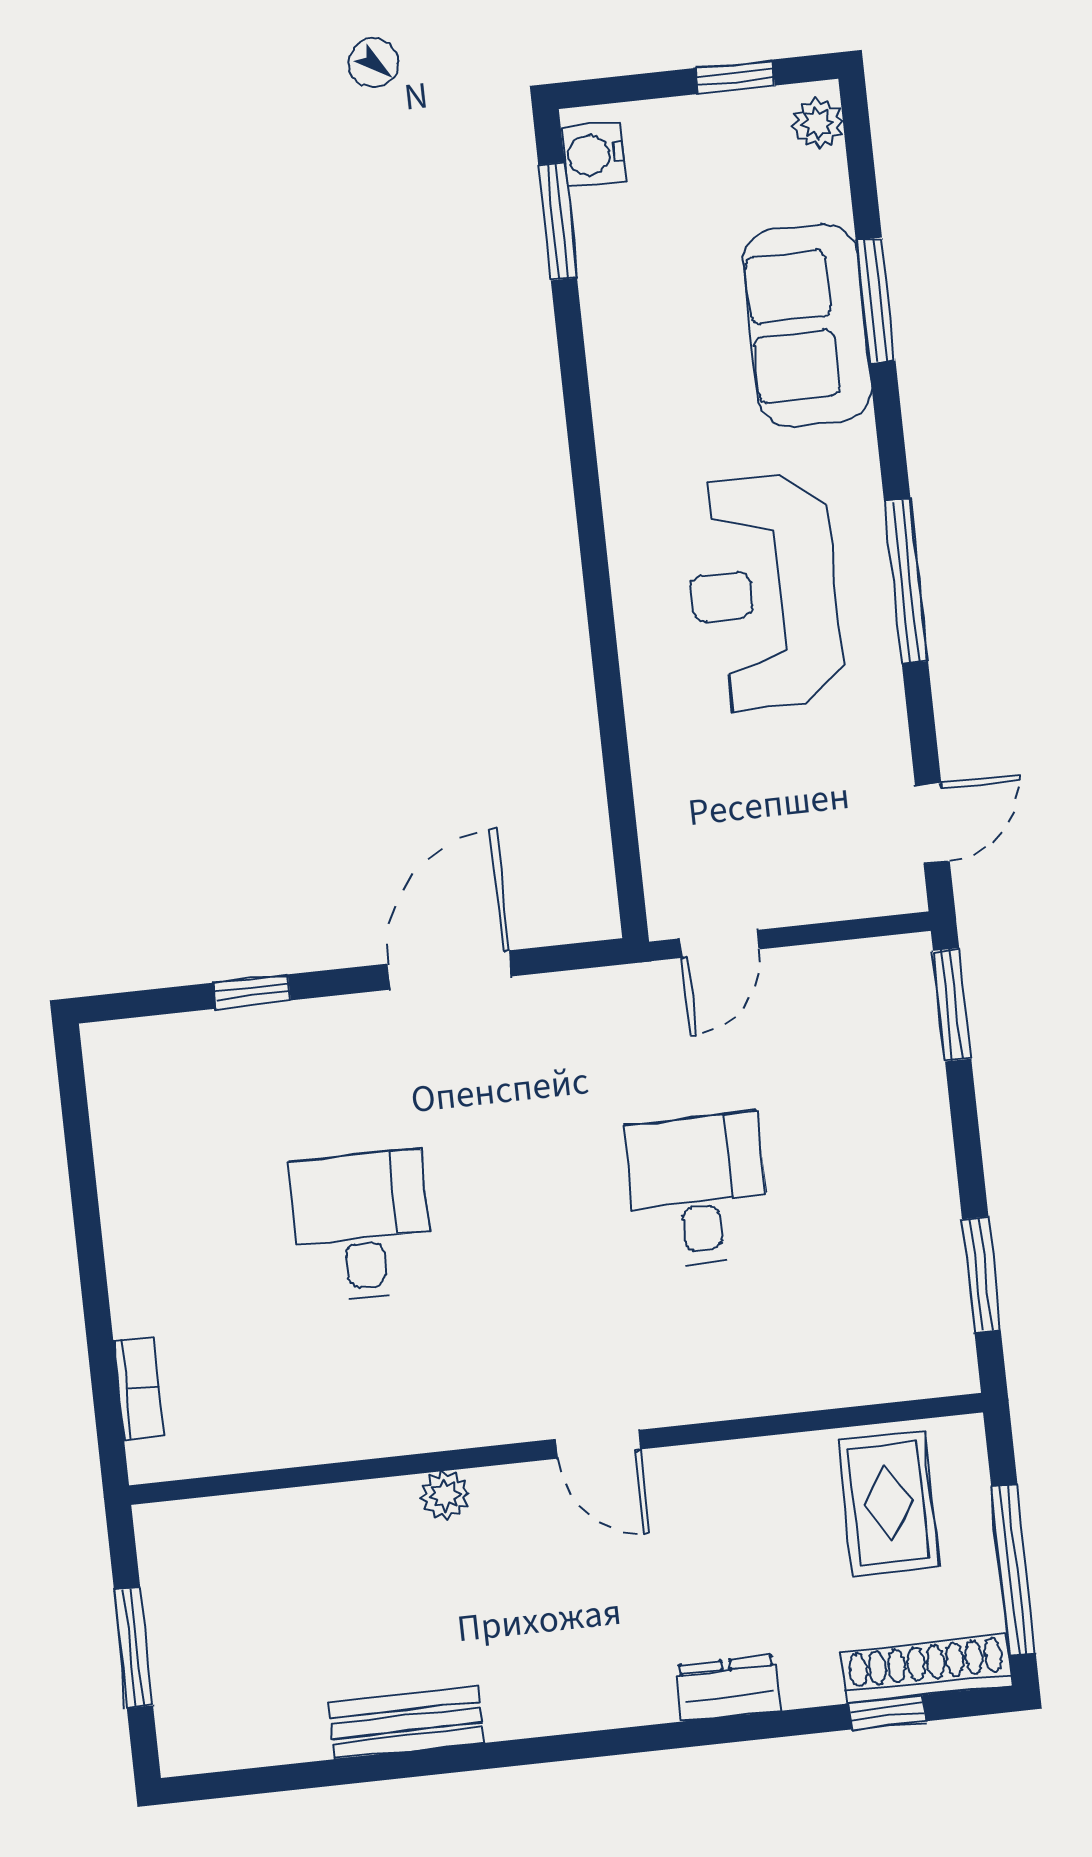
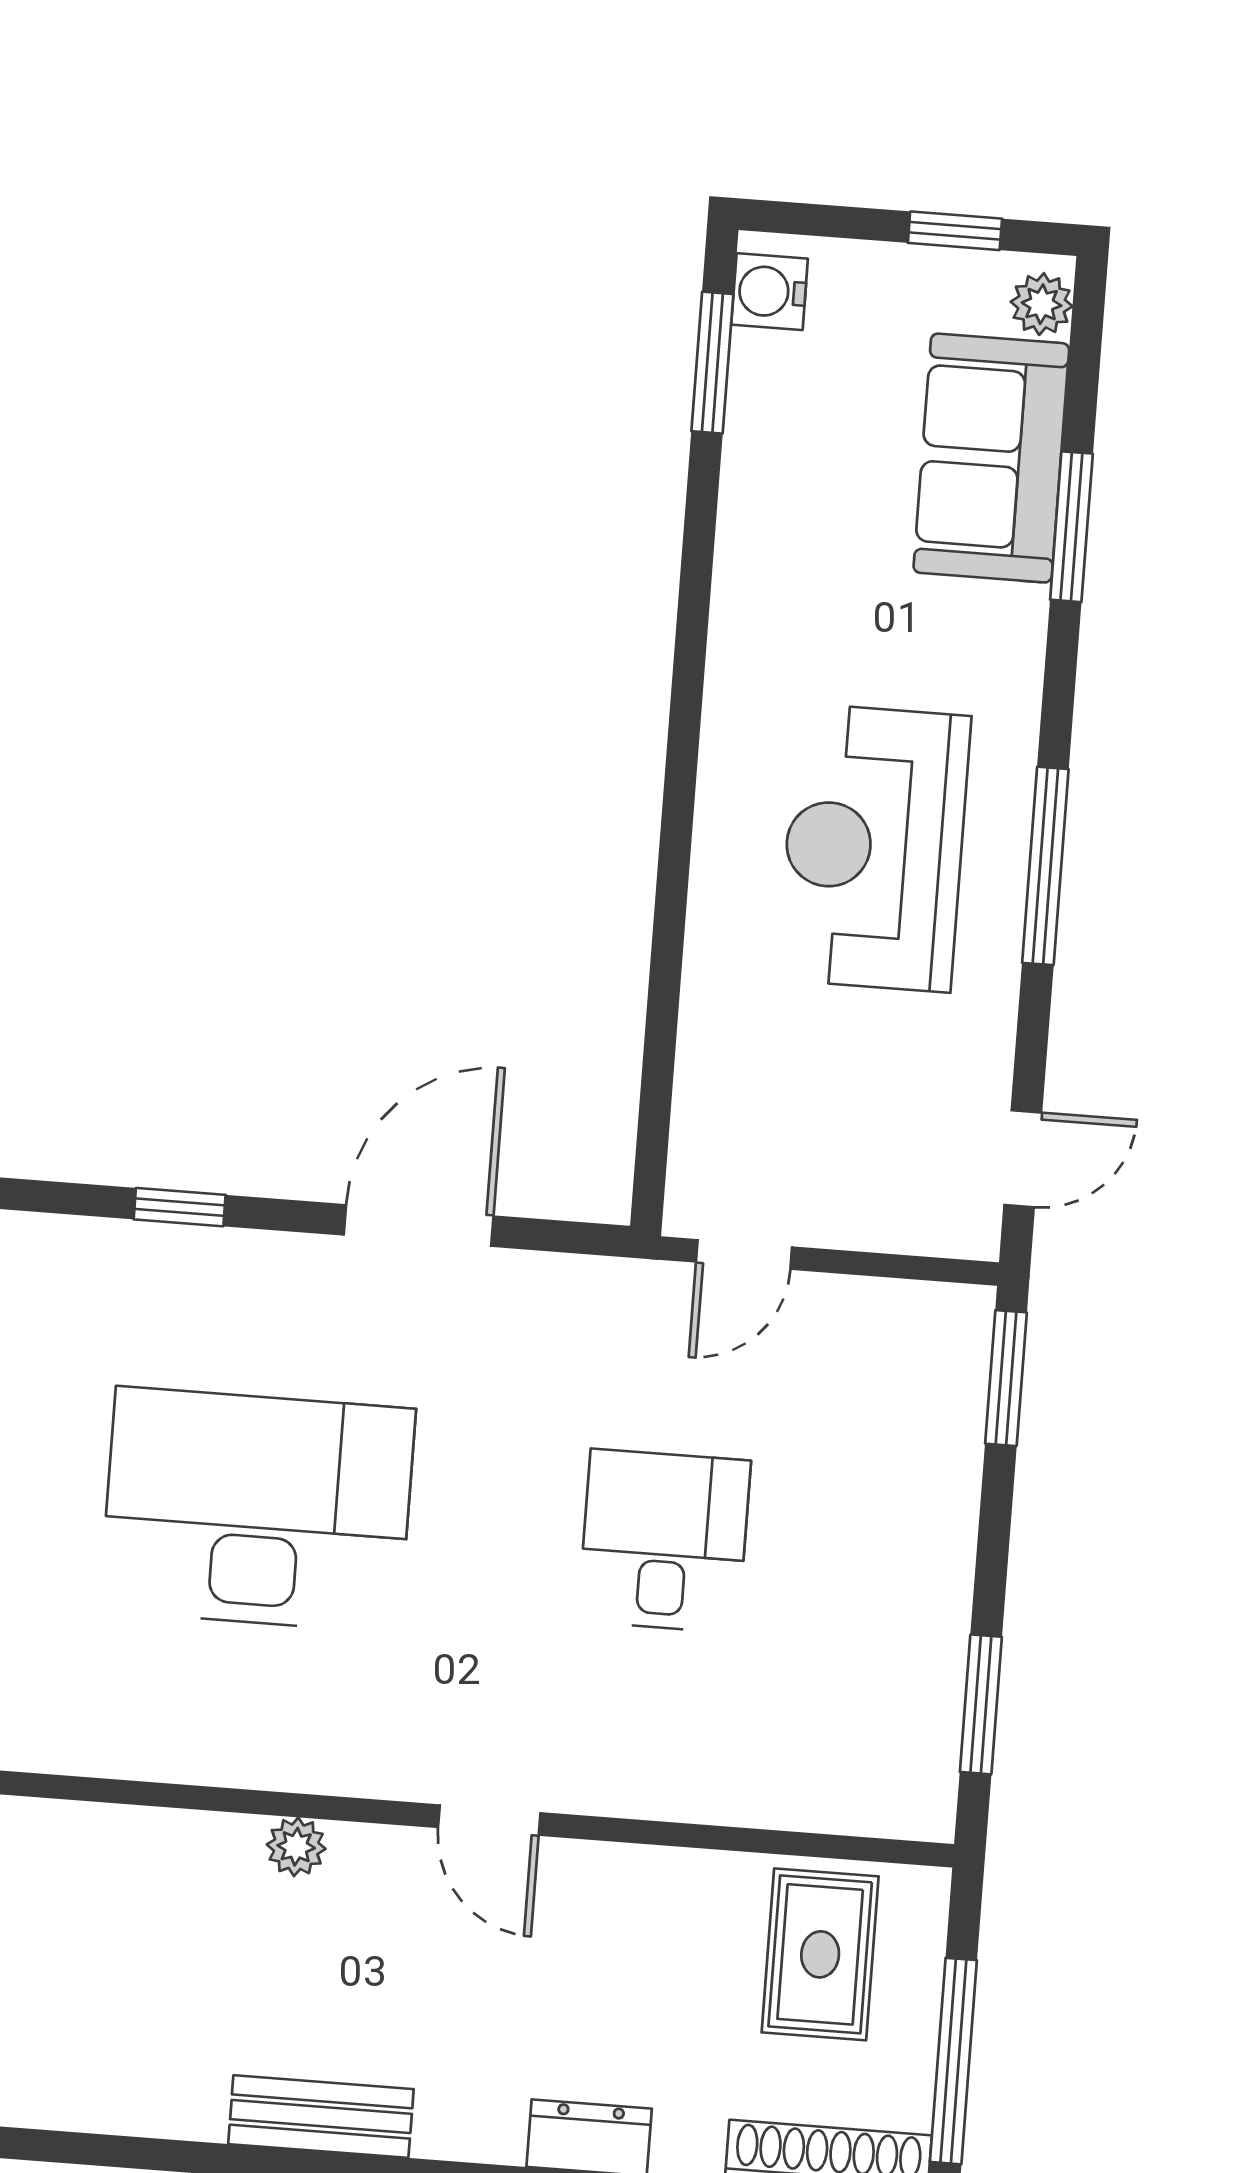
sofa: (807, 325) -> (991, 458), moved
desk: (362, 1226) -> (257, 1510), width x1.87, depth x1.30
bench: (406, 1723) -> (321, 2117), moved

